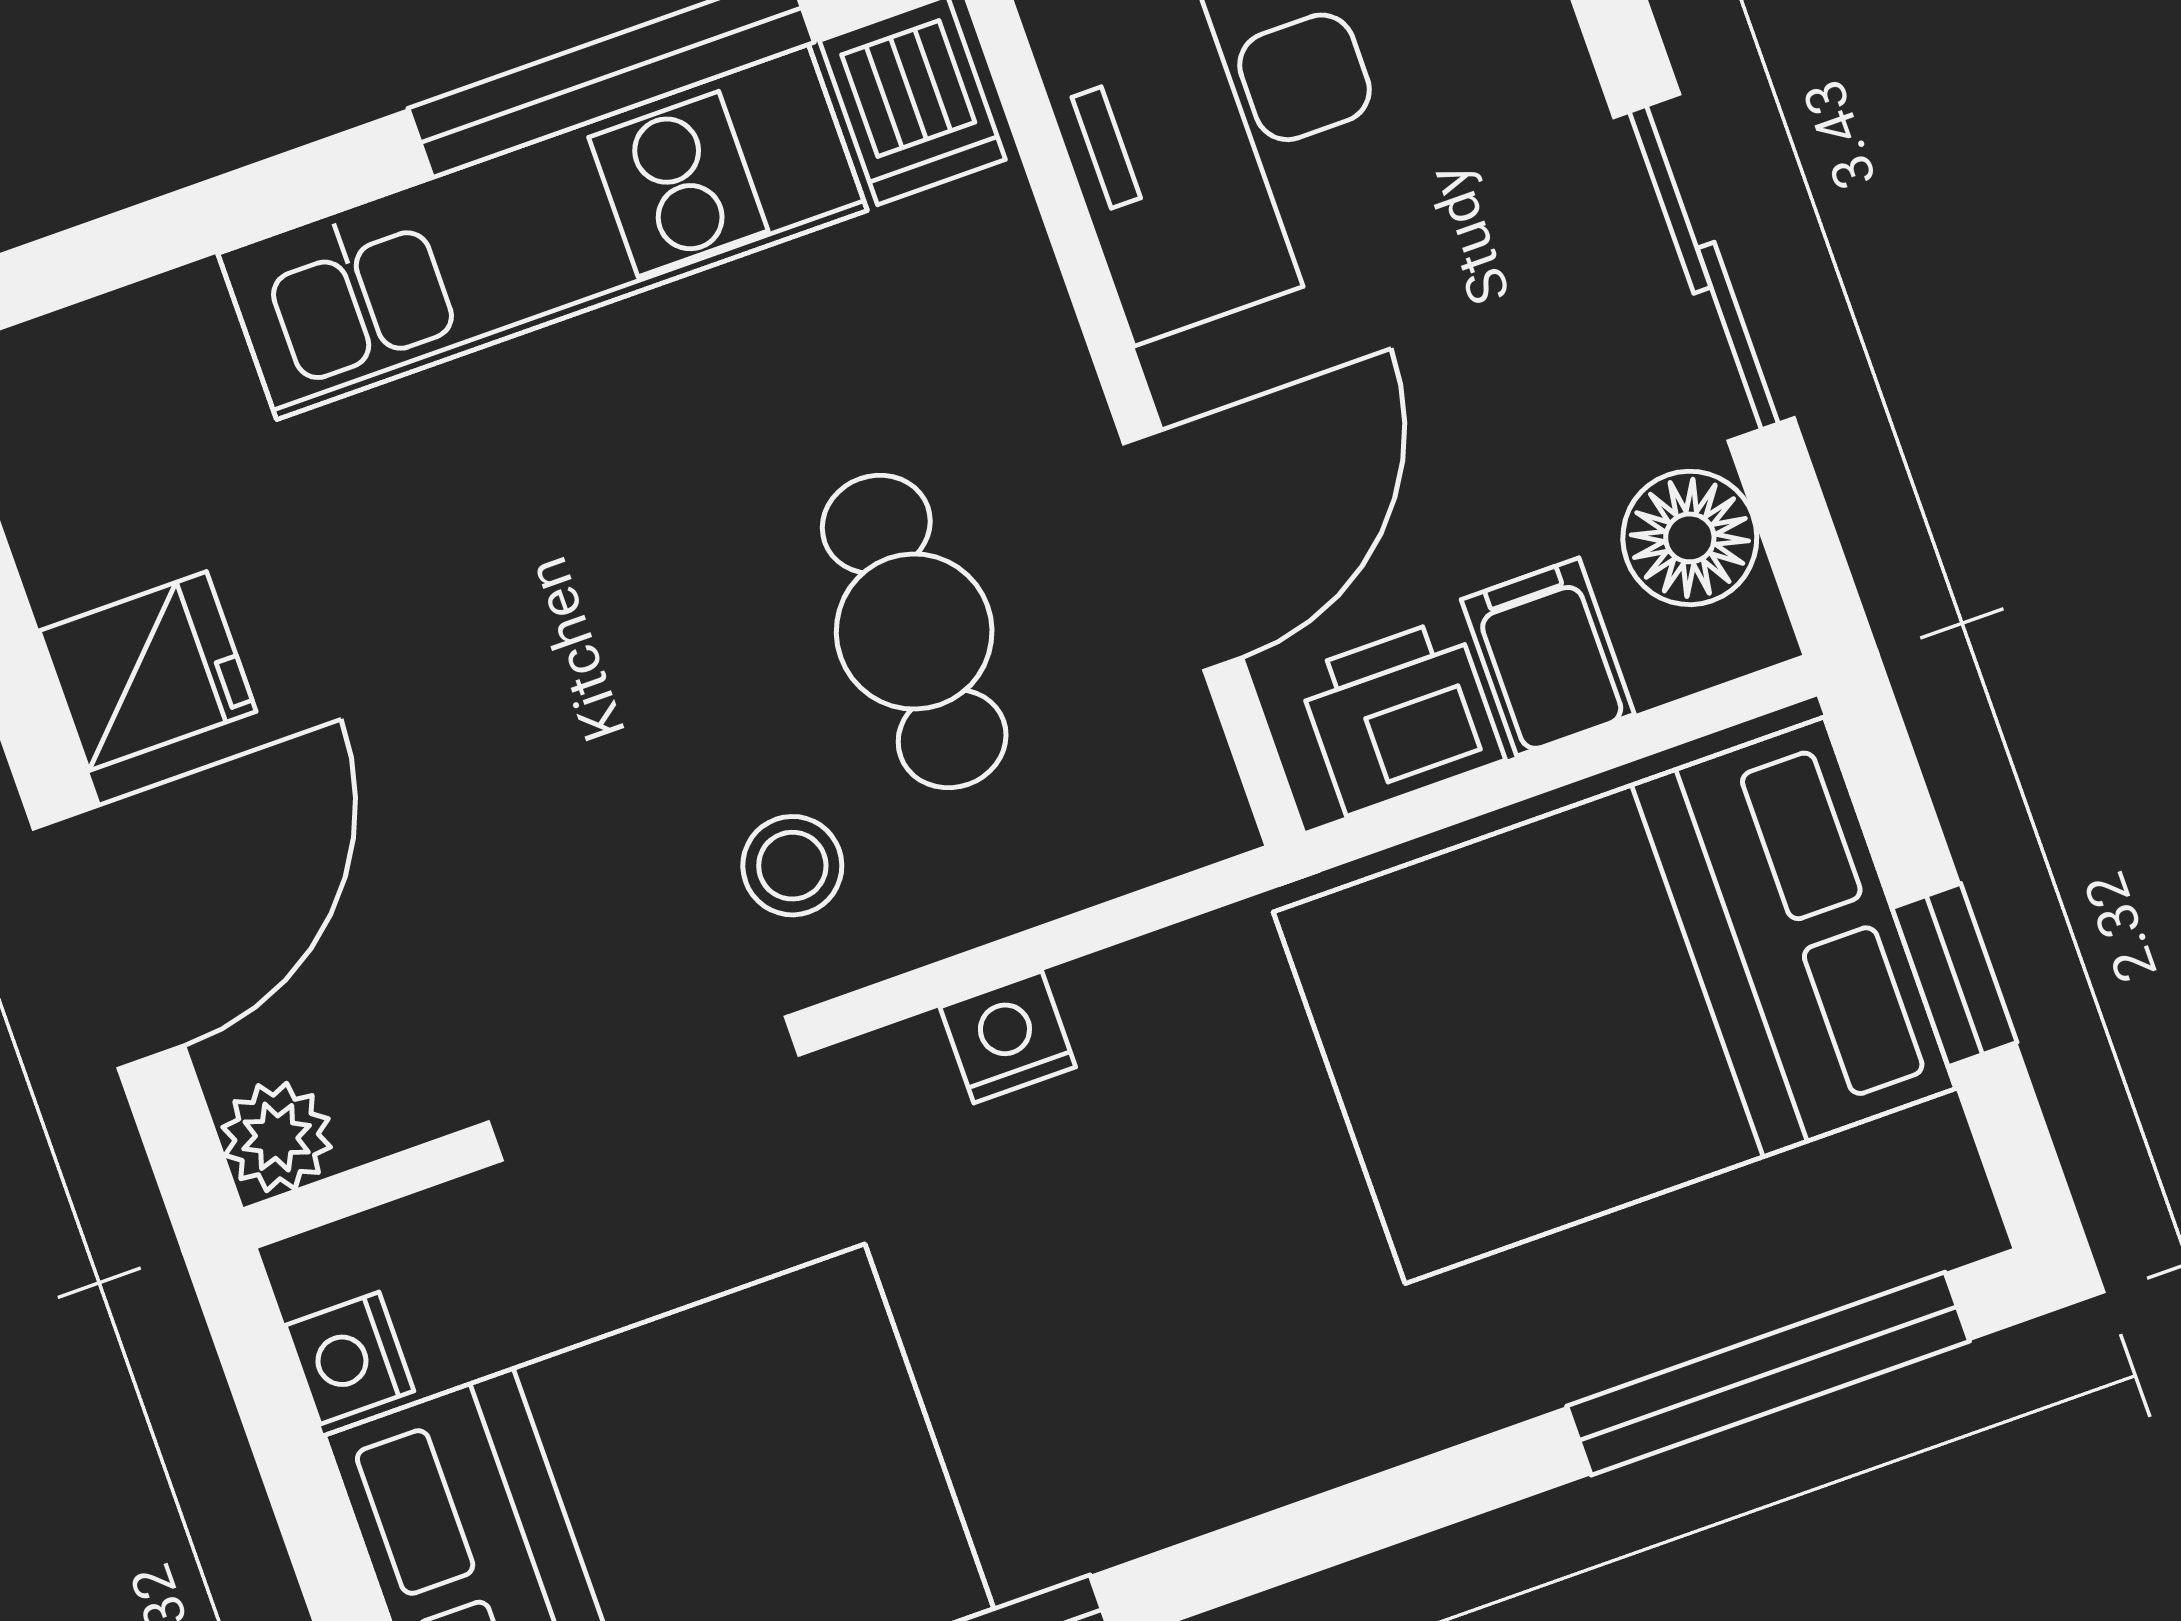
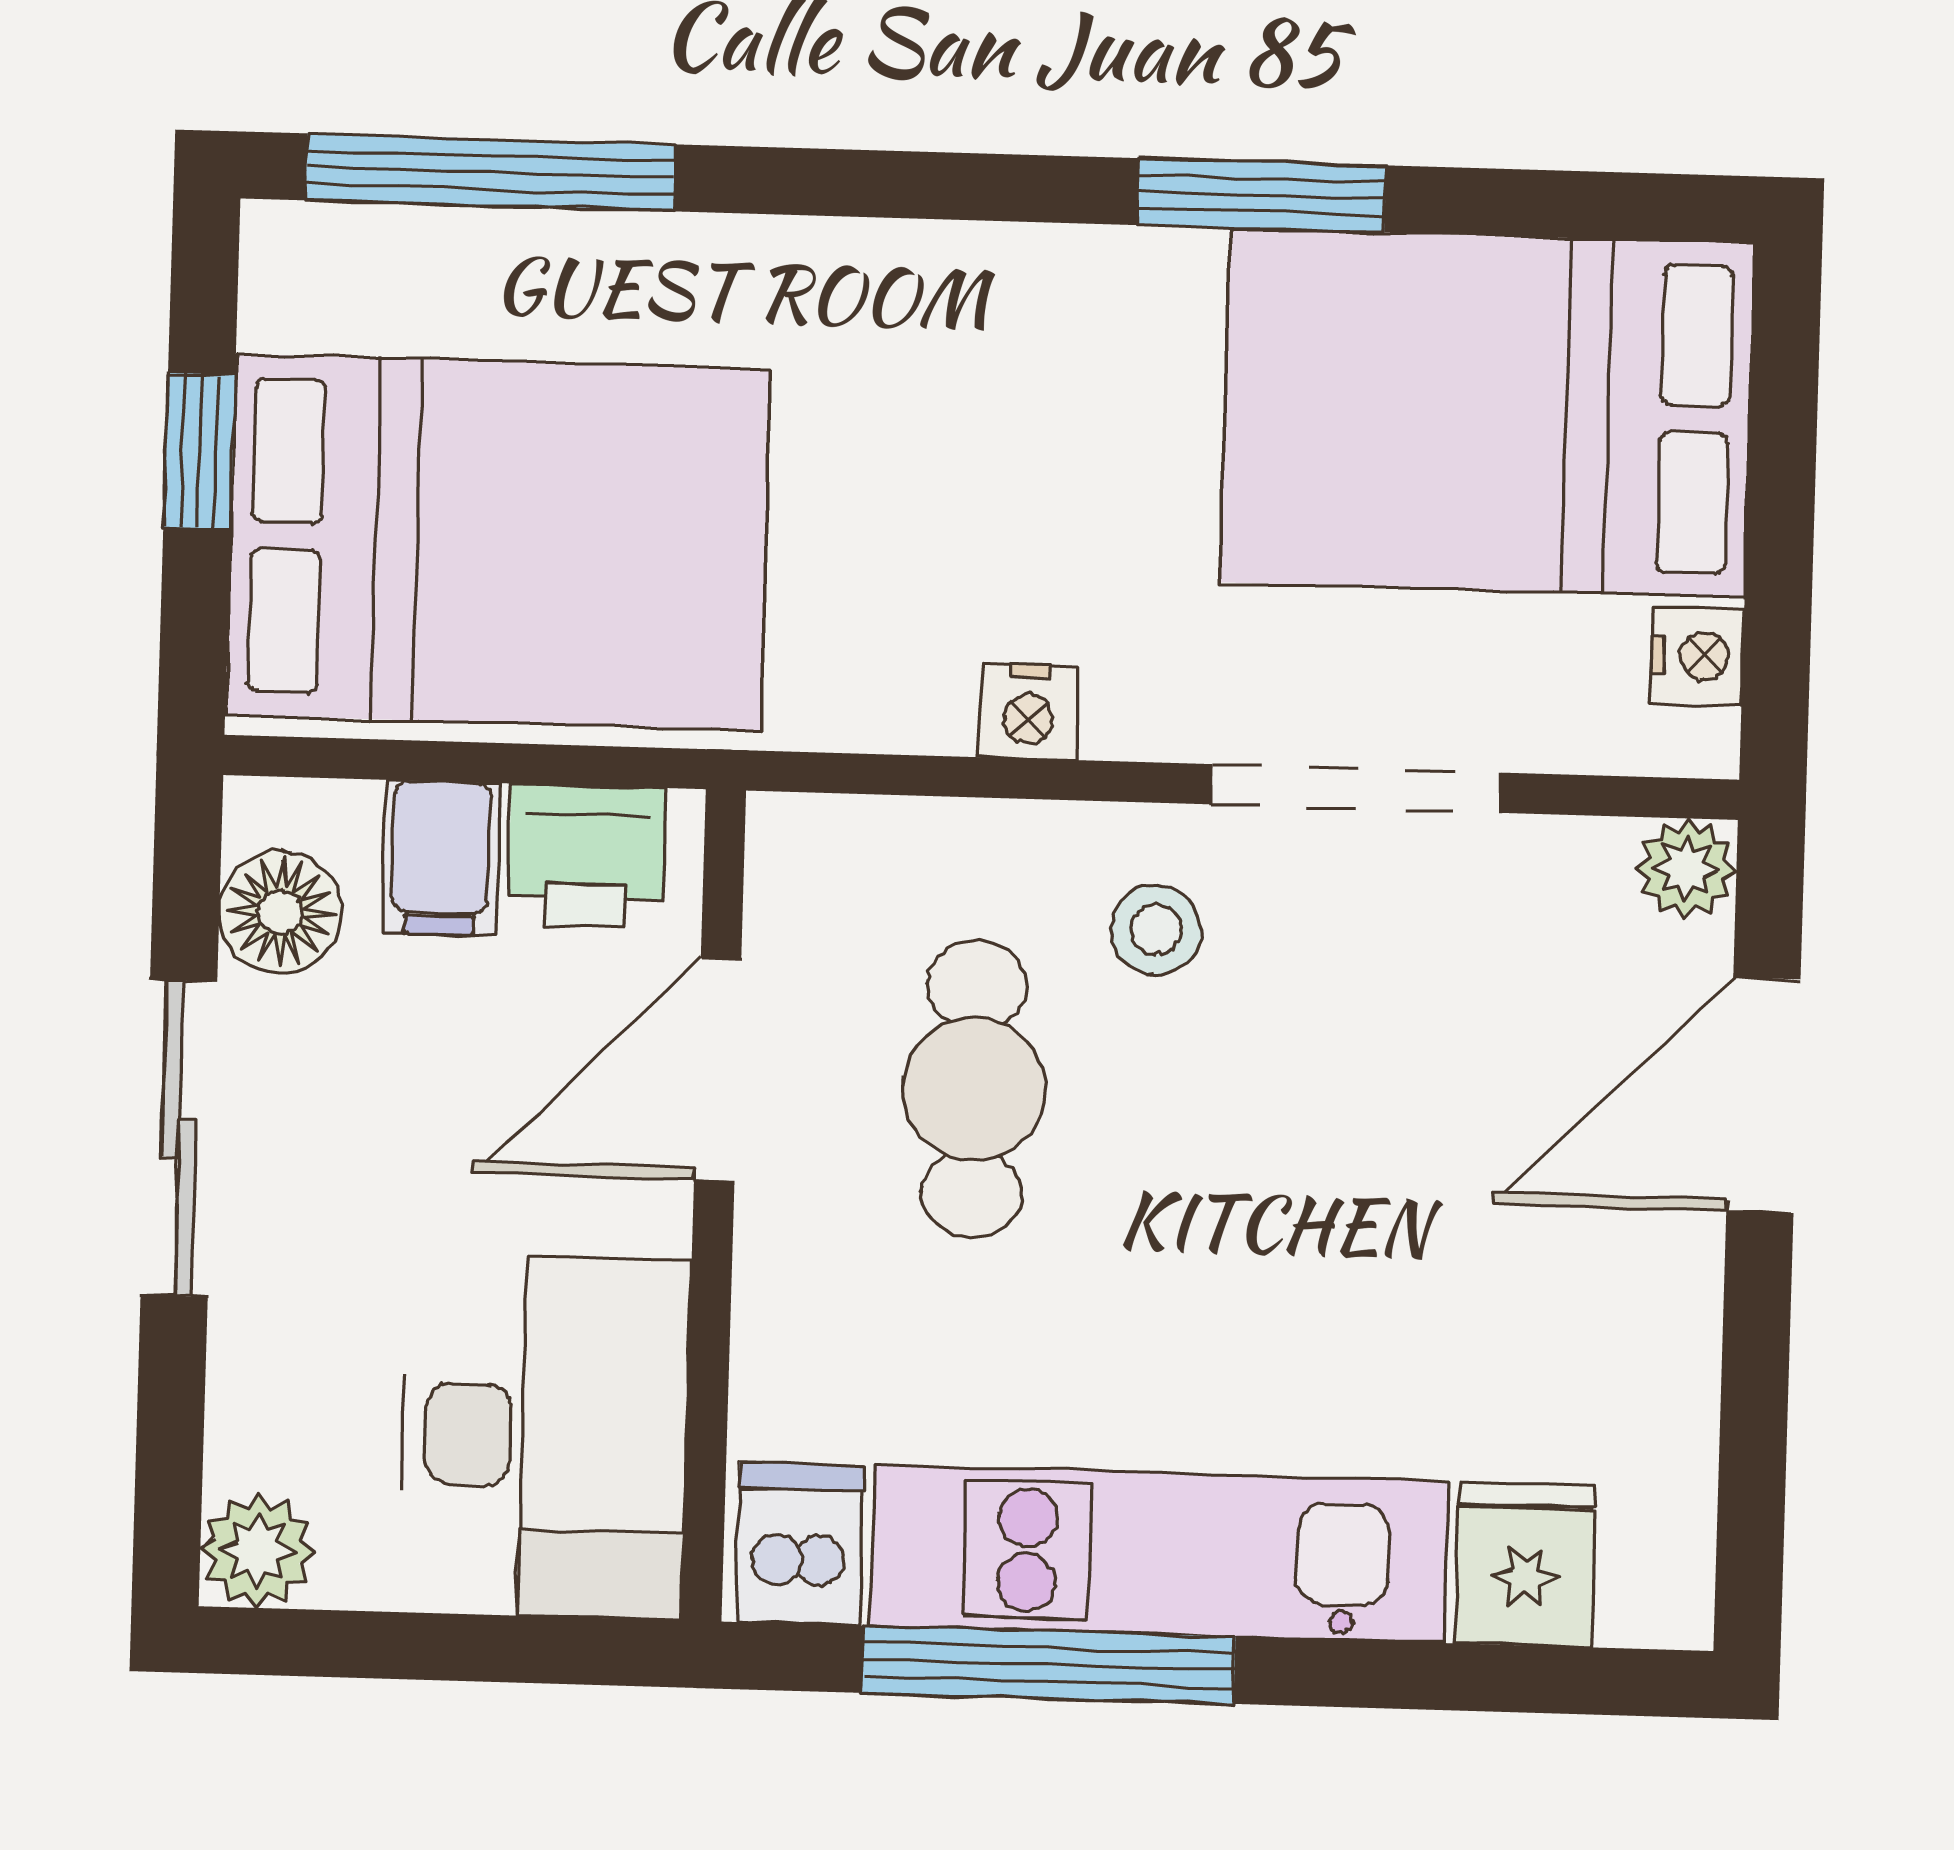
fridge: (148, 671) -> (1525, 1564), moved, turned 90

